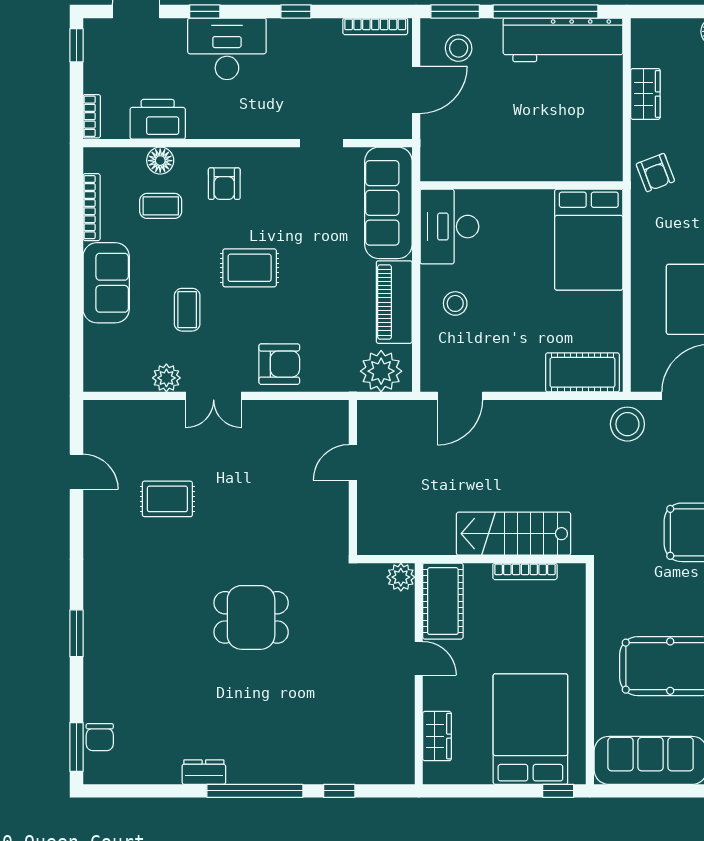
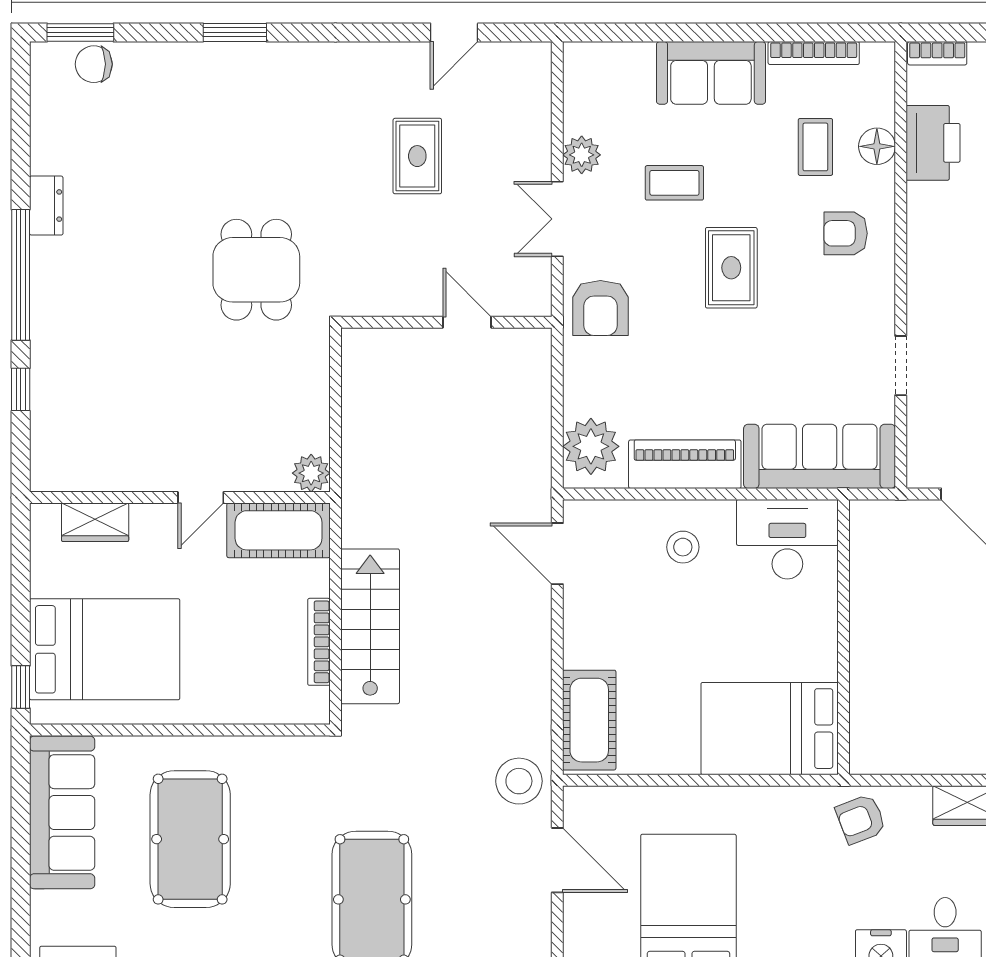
door: (353, 462) -> (467, 322), moved
wall: (353, 478) -> (446, 322), moved

